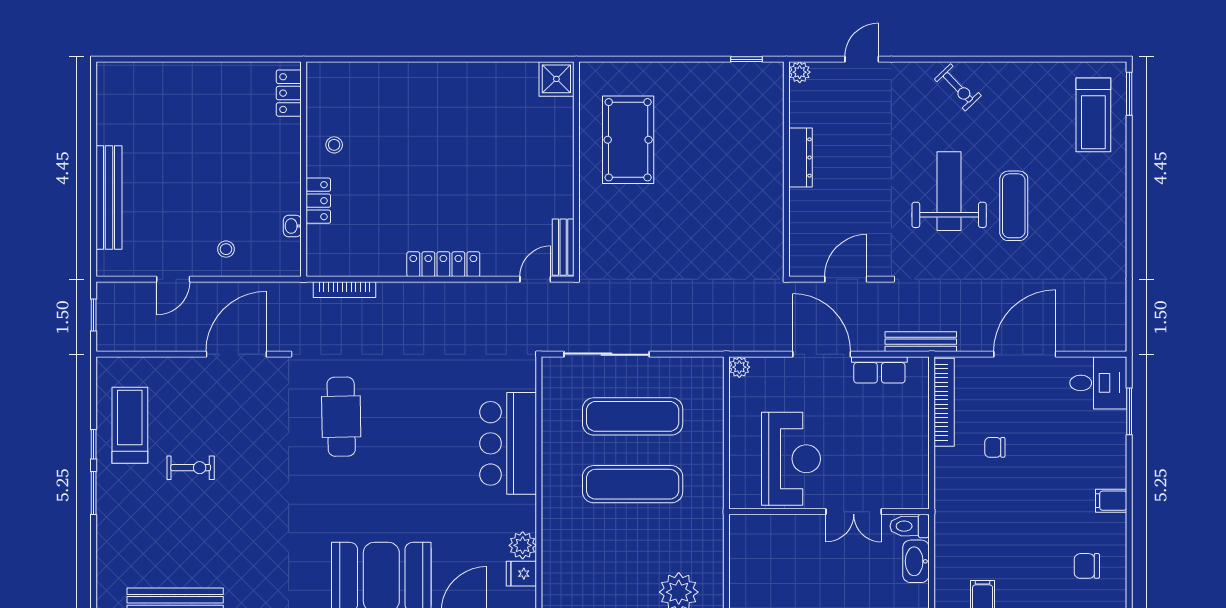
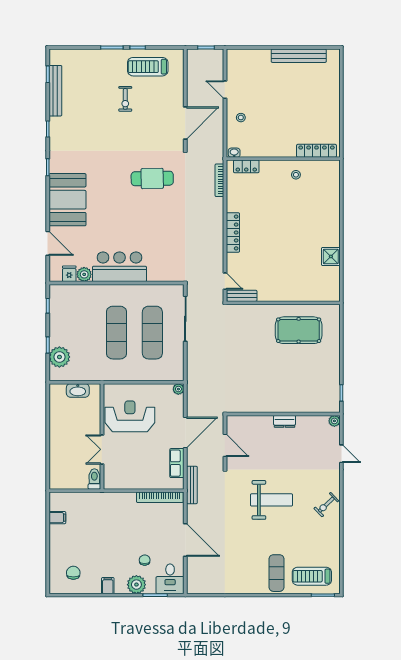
shower: (556, 79) -> (331, 256), moved
locker: (289, 93) -> (316, 151), width x1.53
dresser: (801, 157) -> (285, 421), width x0.70
bench: (109, 197) -> (299, 56), moved
locker: (318, 201) -> (246, 166), moved
exercise mat: (1014, 206) -> (276, 573), moved, turned 90
washbasin: (292, 226) -> (234, 153), moved
door: (236, 354) -> (185, 123), hinge flipped
treadmill: (130, 425) -> (148, 67), turned 180
bar counter: (508, 443) -> (119, 267), moved
plant: (1109, 446) -> (136, 585), added
chair: (995, 447) -> (145, 560), moved
reception desk: (791, 459) -> (130, 416), turned 180
washbasin: (916, 561) -> (78, 390), moved, turned 180

